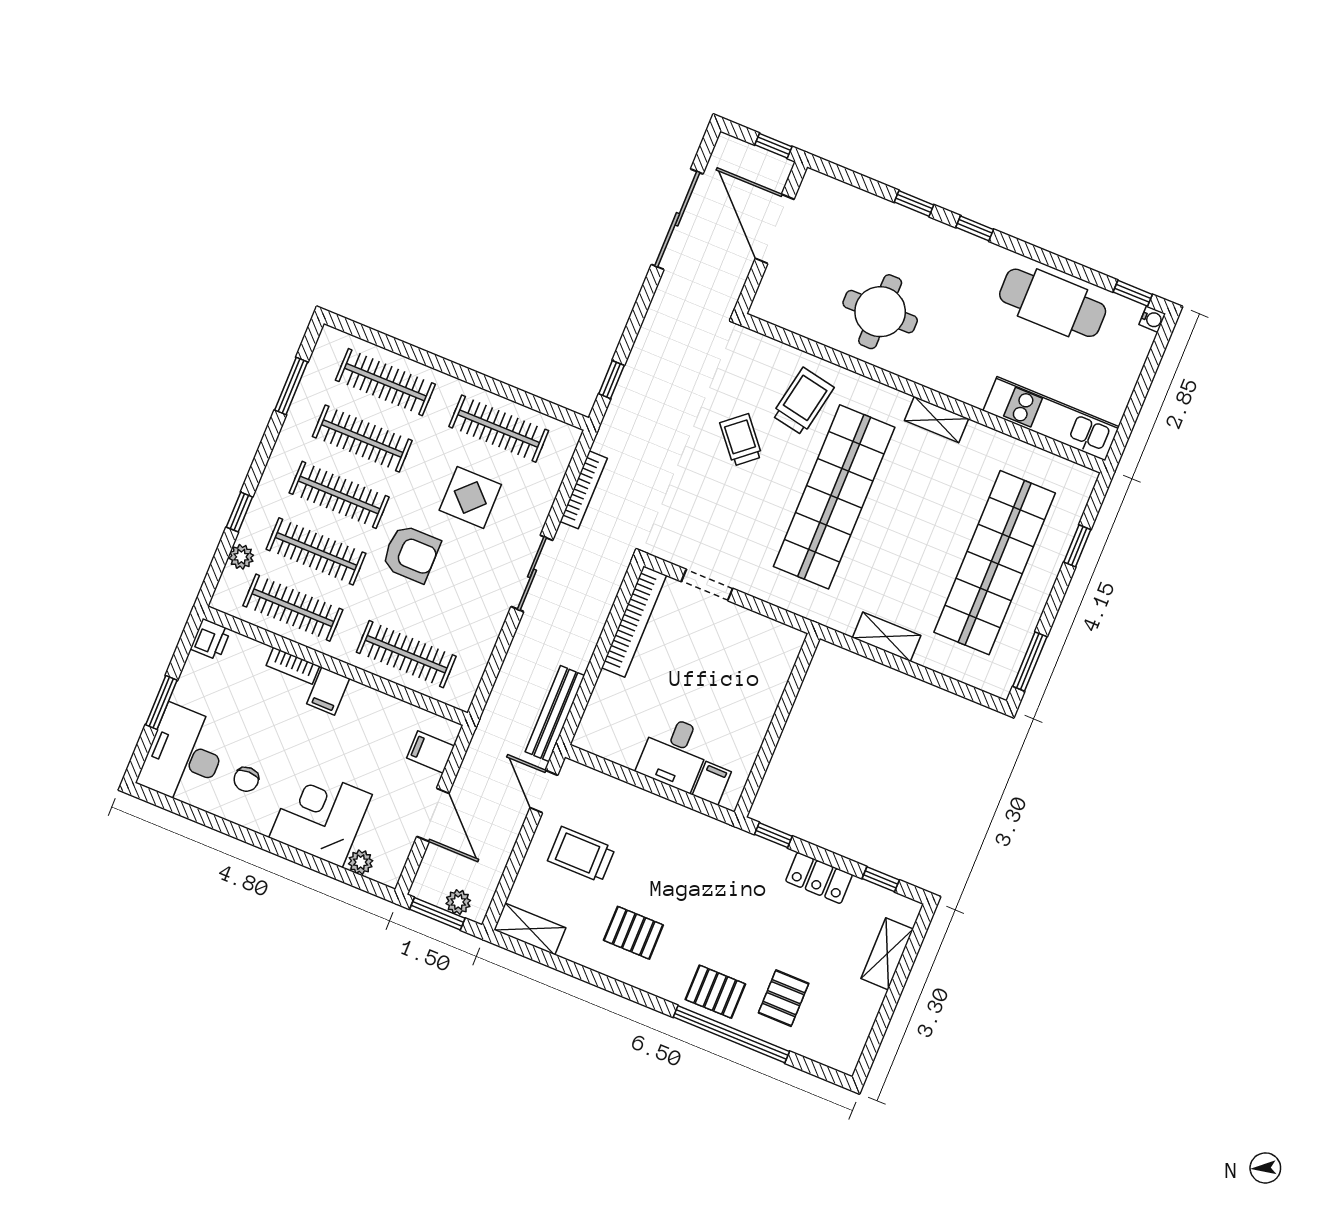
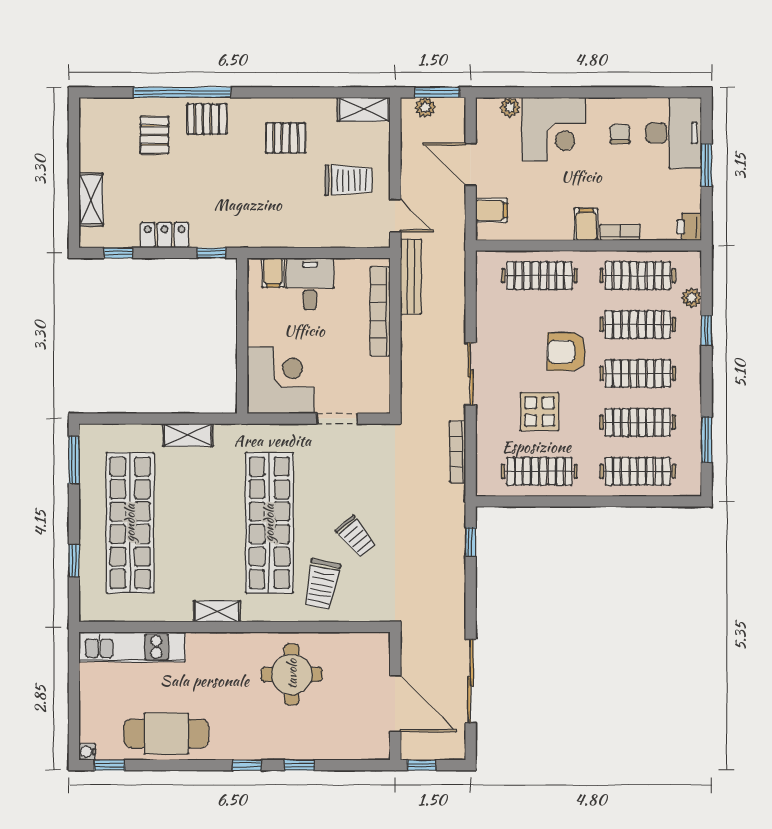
bookcase: (634, 622) -> (380, 311), moved
corner desk: (754, 656) -> (281, 380), added

